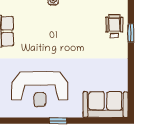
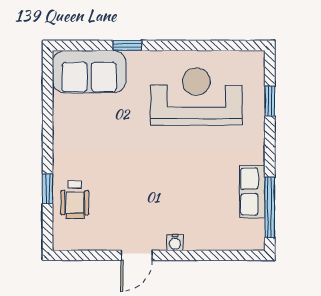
window: (58, 121) -> (127, 45), moved

